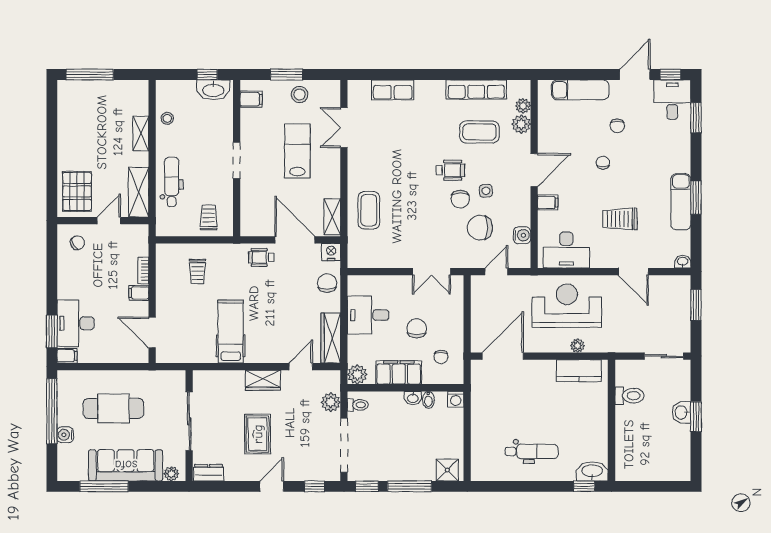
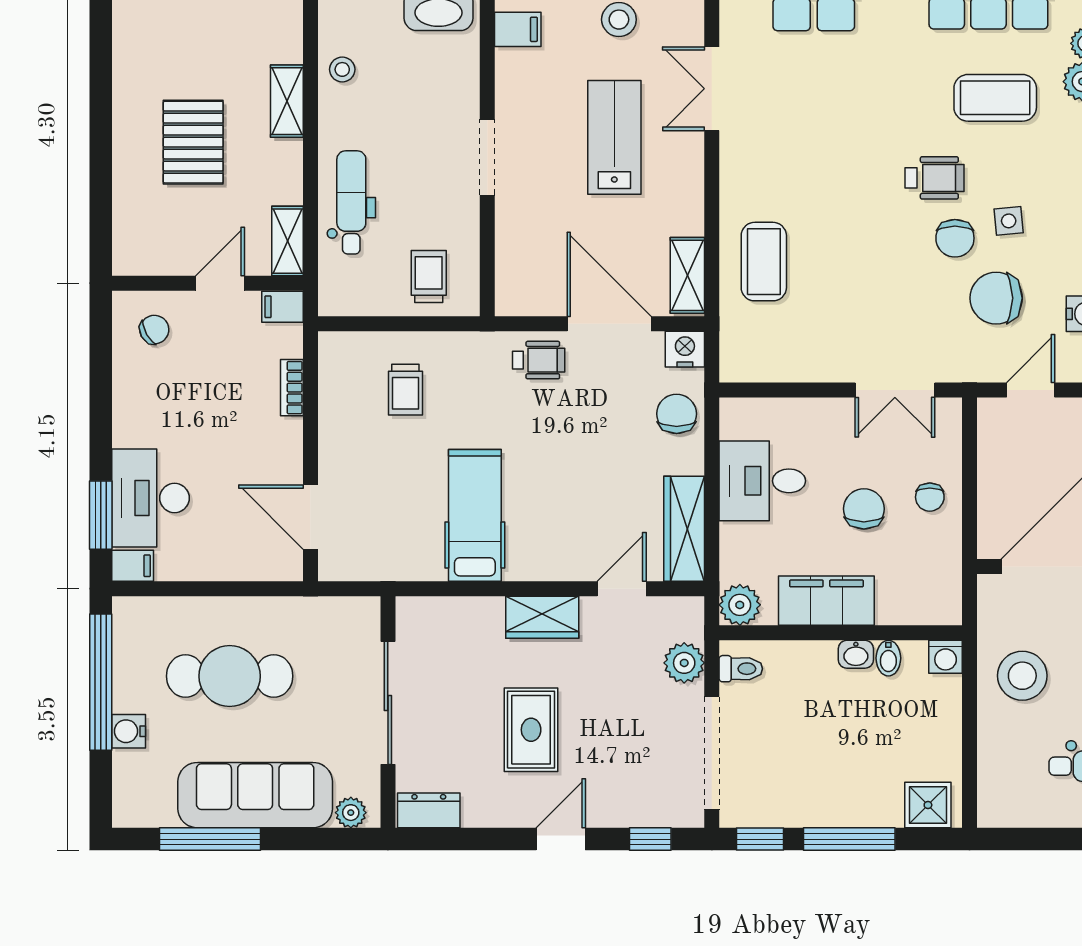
pallet: (77, 191) -> (193, 142), moved
shelving: (139, 192) -> (288, 241), width x0.67, depth x0.75
wheelchair: (261, 257) -> (539, 360), turned 180
filing cabinet: (139, 293) -> (283, 307), moved
chair: (441, 357) -> (930, 497), moved
stool: (492, 408) -> (1022, 676), added

